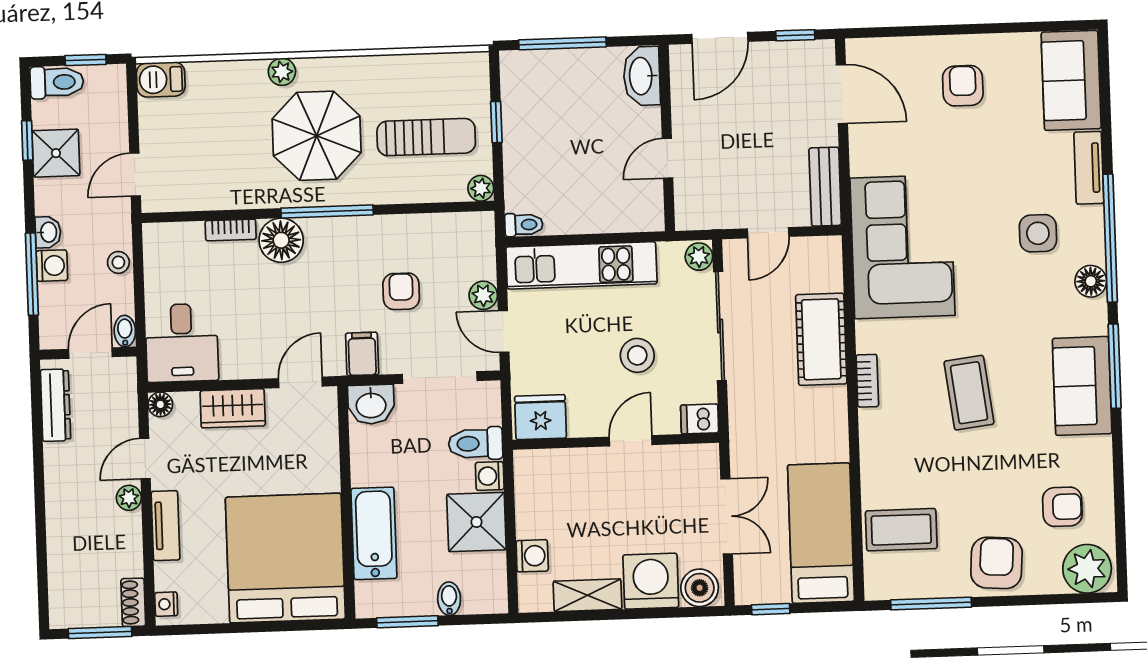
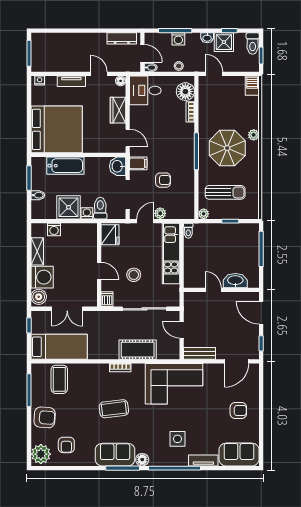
washbasin: (642, 76) -> (235, 281), moved
sun lounger: (426, 137) -> (225, 192), turned -90
washbasin: (48, 232) -> (207, 38), moved
floor lamp: (281, 240) -> (185, 92), moved
plant: (699, 257) -> (173, 301), removed
floor lamp: (1091, 281) -> (142, 460), moved
plant: (129, 498) -> (83, 67), removed
shoe rack: (133, 602) -> (41, 67), removed

